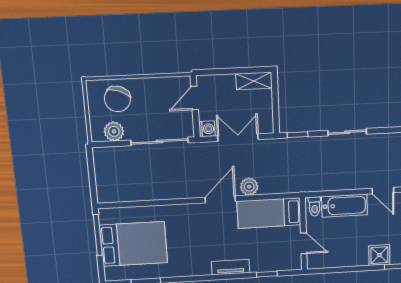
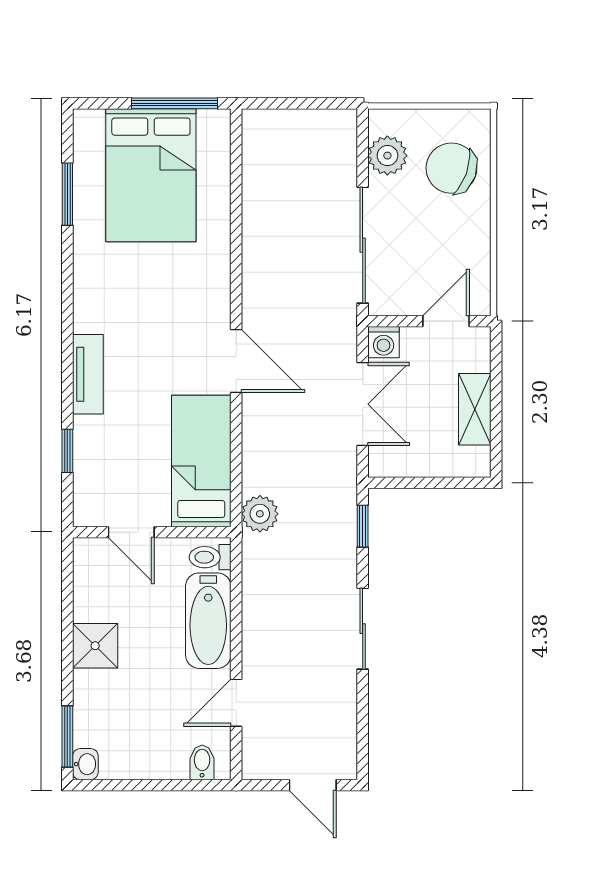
shelving: (254, 81) -> (475, 409), moved
door: (195, 98) -> (446, 321), hinge flipped
plant: (249, 187) -> (260, 514), moved
door: (304, 243) -> (131, 532), hinge flipped
shower: (379, 255) -> (95, 646), moved

